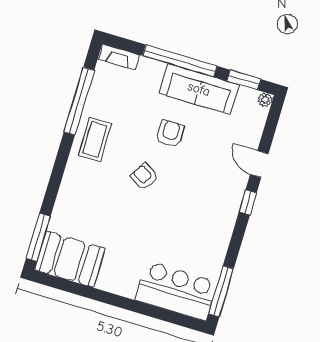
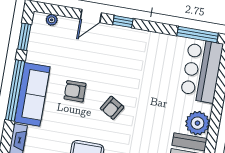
sofa: (199, 89) -> (32, 94), moved
plant: (265, 100) -> (52, 20), moved
plant: (113, 278) -> (197, 123), added

